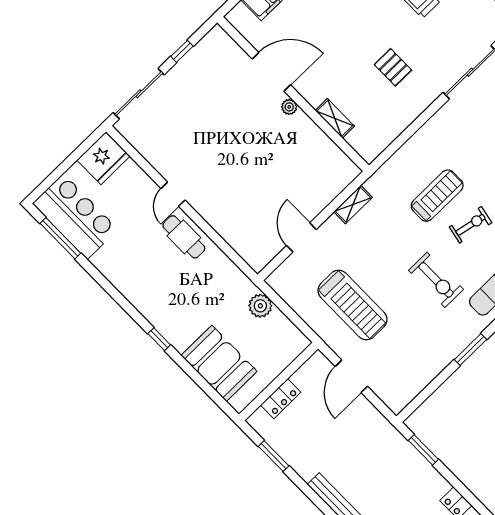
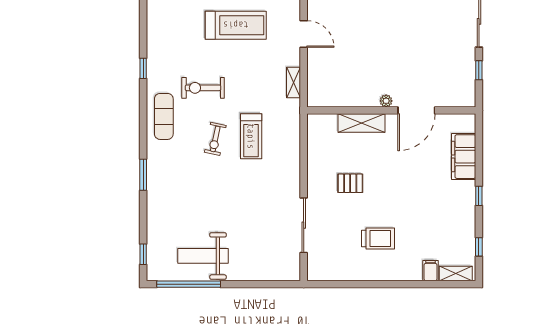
shelving: (335, 118) -> (361, 123), width x1.50, depth x1.33
treadmill: (353, 305) -> (236, 25), turned 180
window: (471, 350) -> (143, 68), width x0.67

